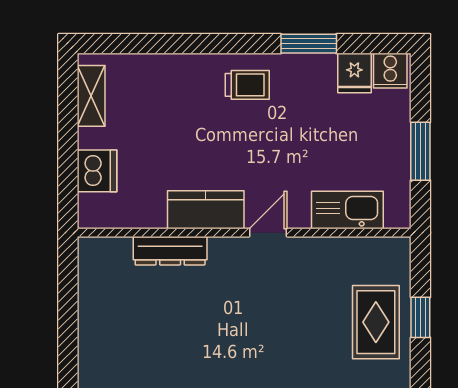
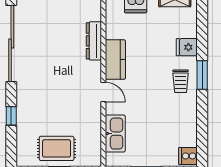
window: (309, 44) -> (202, 75), moved
fridge: (354, 73) -> (187, 47), moved

